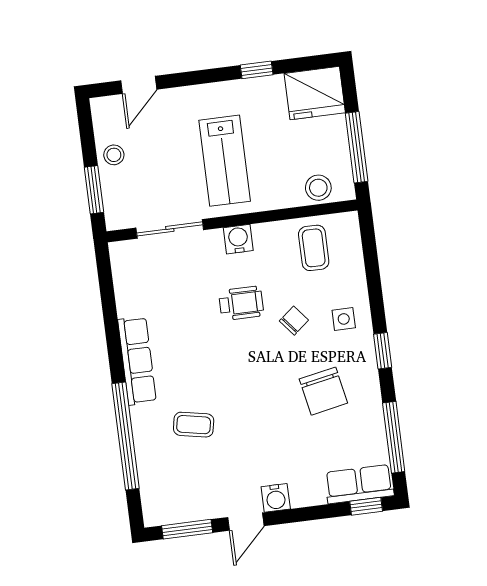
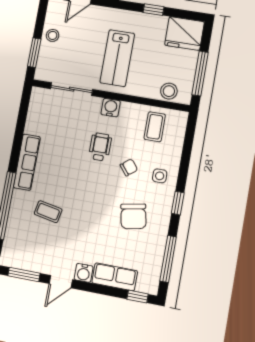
wheelchair: (241, 303) -> (100, 147), turned -90
row of seats: (359, 484) -> (115, 277), moved

